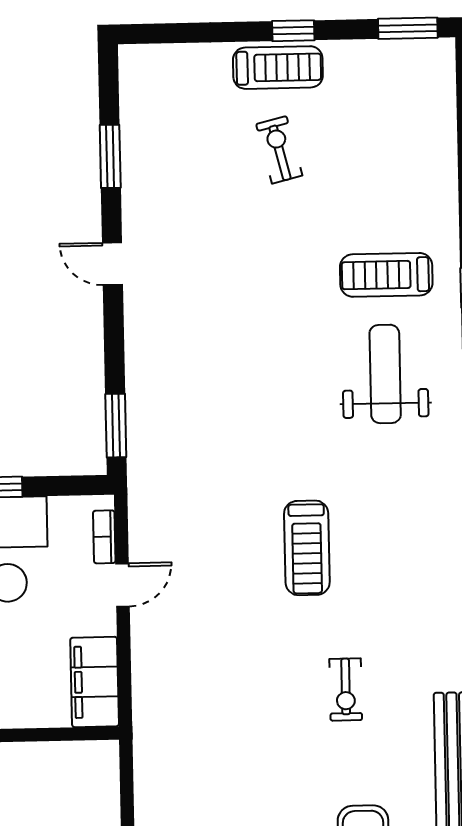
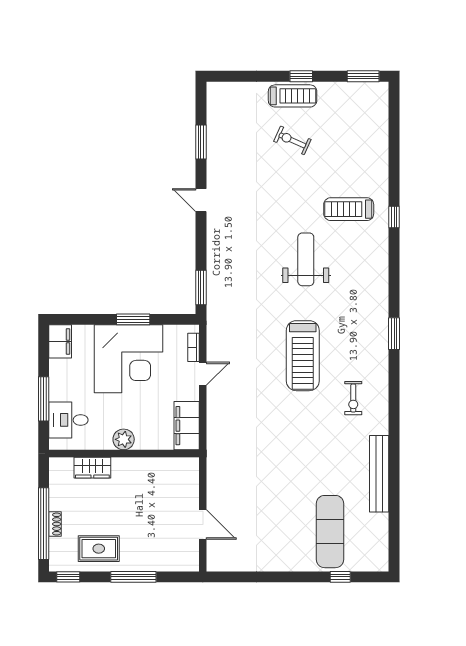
exercise bike: (279, 150) -> (292, 140), turned -52
weight bench: (385, 374) -> (306, 259), moved
treadmill: (307, 548) -> (303, 356), width x1.37, depth x1.38
exercise bike: (346, 690) -> (353, 398), moved

